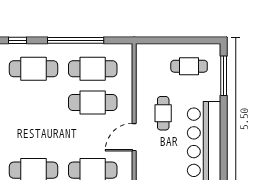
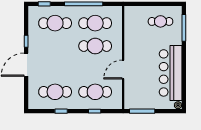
cafe table: (163, 113) -> (143, 53), removed

